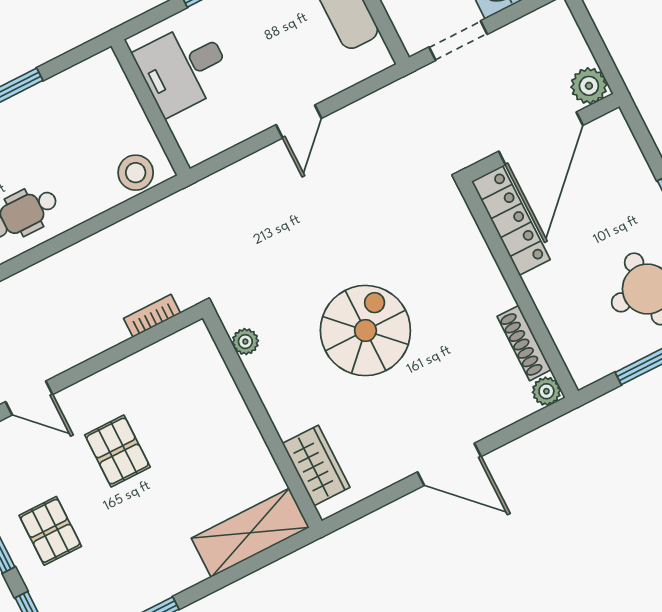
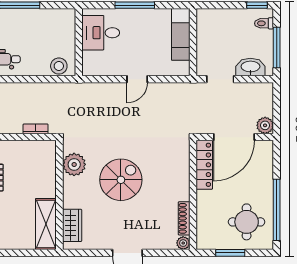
plant: (245, 342) -> (74, 164), width x1.88, depth x1.88
shelving: (250, 533) -> (46, 224), moved, turned 90

